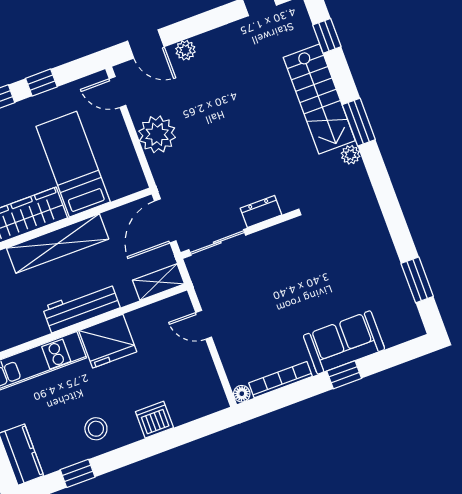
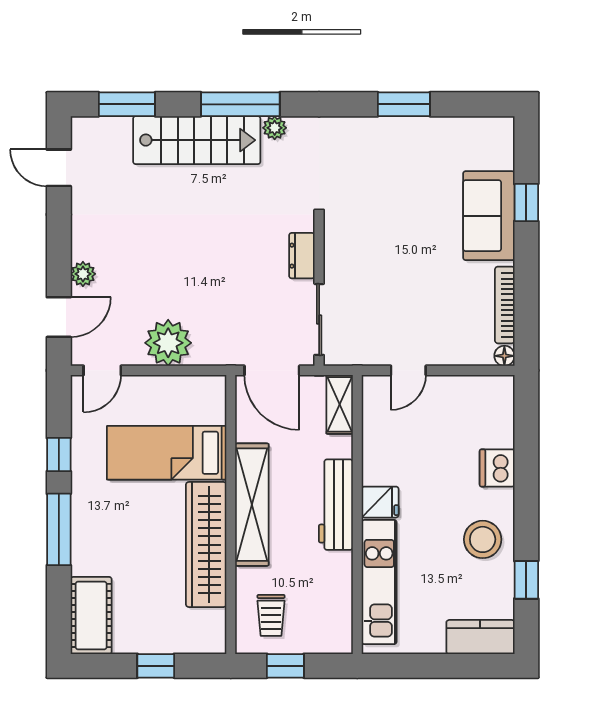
window: (327, 36) -> (127, 104), width x1.50
window: (359, 122) -> (240, 104), width x1.44
window: (417, 280) -> (404, 104), moved
fridge: (108, 341) -> (380, 502), width x0.53, depth x0.75
window: (344, 375) -> (526, 202), moved
stool: (96, 429) -> (483, 539), width x1.38, depth x1.38

